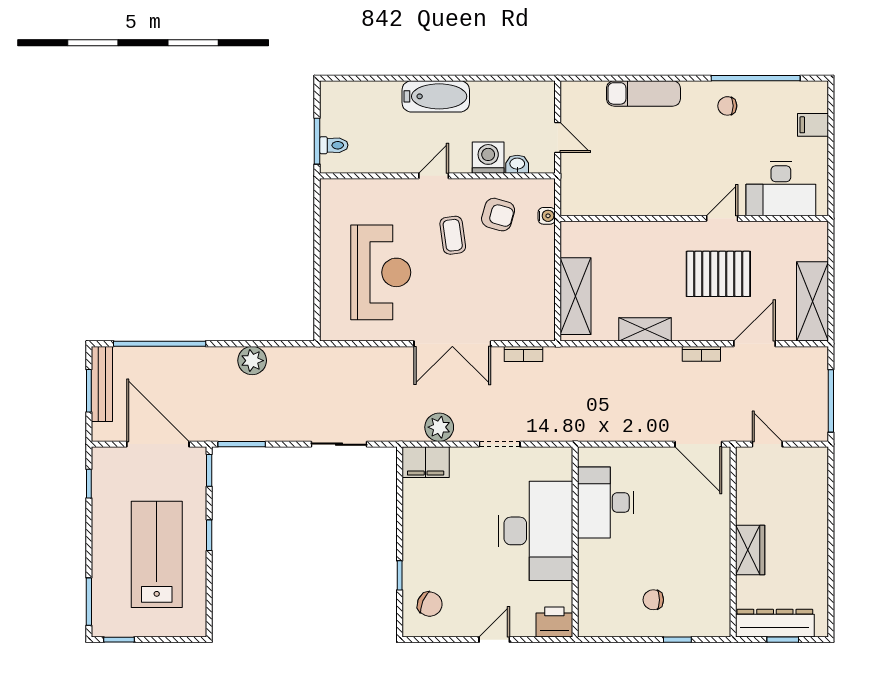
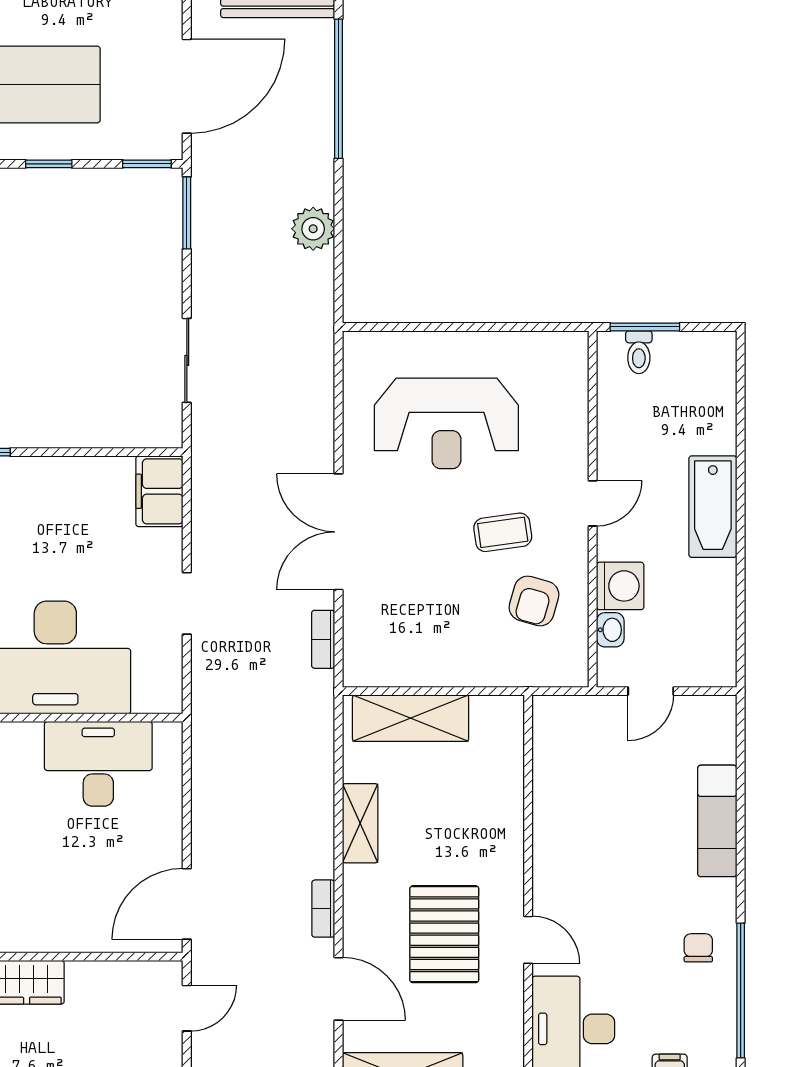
door: (434, 176) -> (593, 503), hinge flipped
water cooler: (547, 216) -> (532, 675), removed
plant: (439, 427) -> (212, 512), removed

